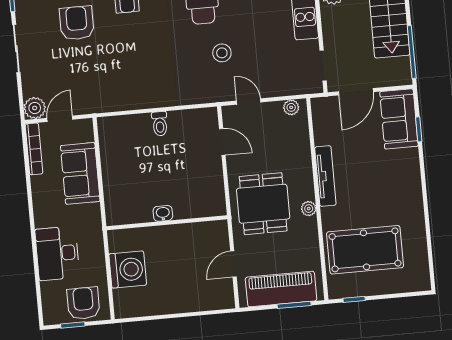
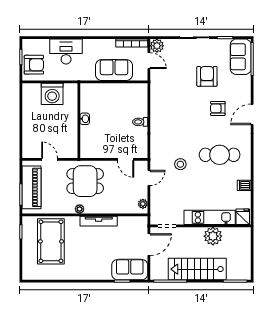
armchair: (77, 23) -> (207, 76), turned -90
door: (356, 92) -> (149, 245), swing flipped
door: (222, 142) -> (126, 159), hinge flipped

